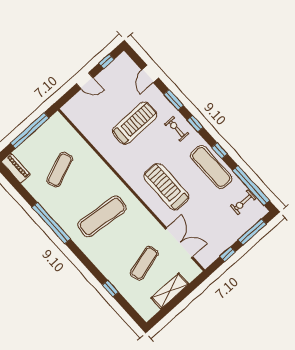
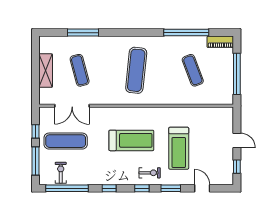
door: (85, 81) -> (237, 140), swing flipped
exercise mat: (211, 167) -> (66, 141), moved
treadmill: (166, 187) -> (131, 140), moved
window: (51, 223) -> (186, 33), moved
window: (110, 289) -> (83, 33), width x2.17

